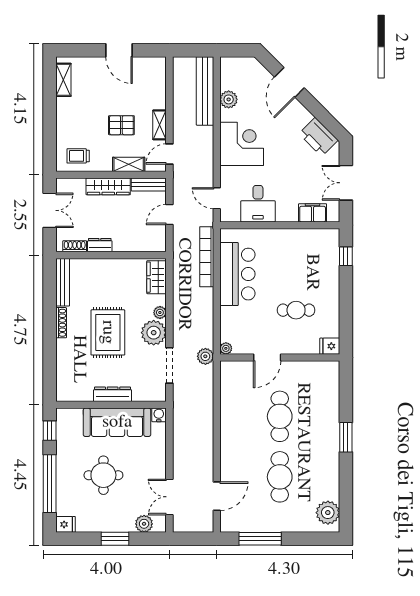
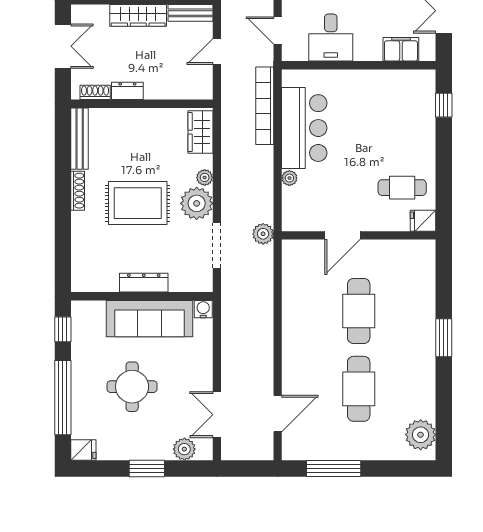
cafe table: (296, 310) -> (402, 188), moved
rug: (108, 332) -> (138, 203), turned 90
plant: (226, 348) -> (289, 178), moved

